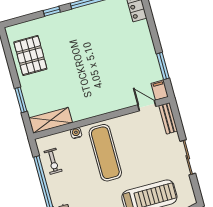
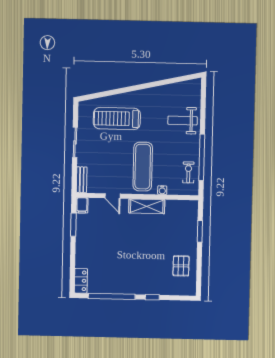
pallet: (30, 55) -> (181, 266), width x0.67, depth x0.71
door: (147, 106) -> (113, 196), moved
shelving: (51, 120) -> (147, 206), moved

